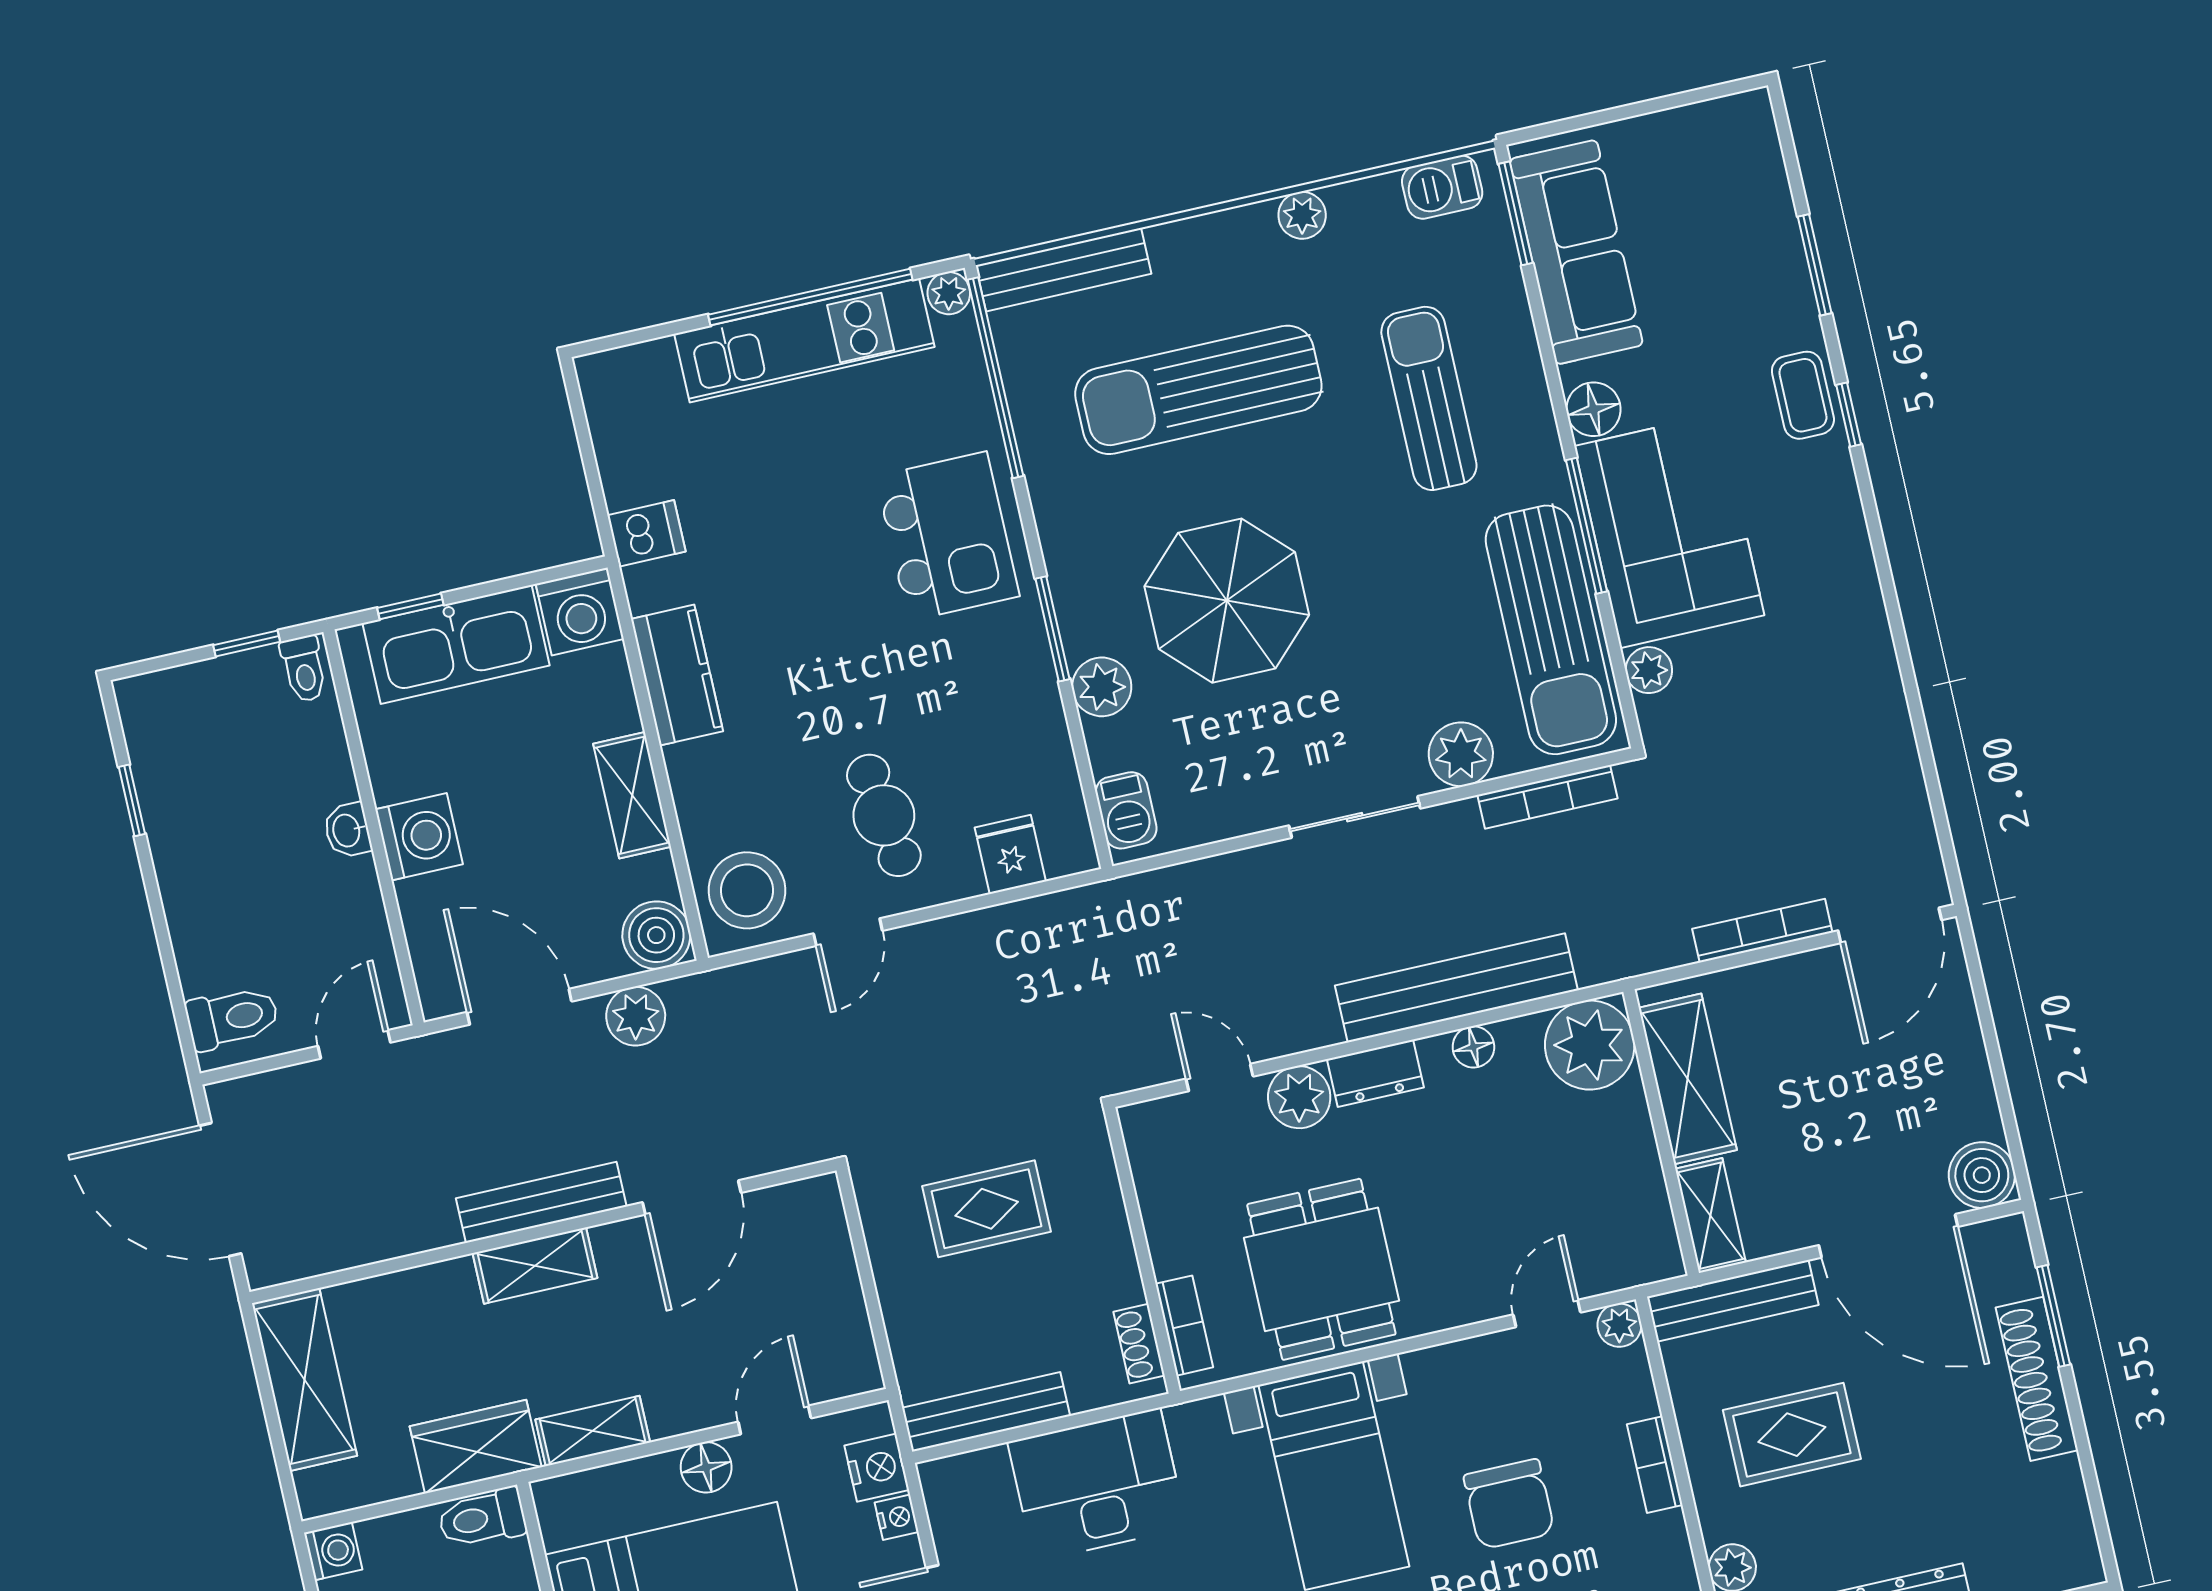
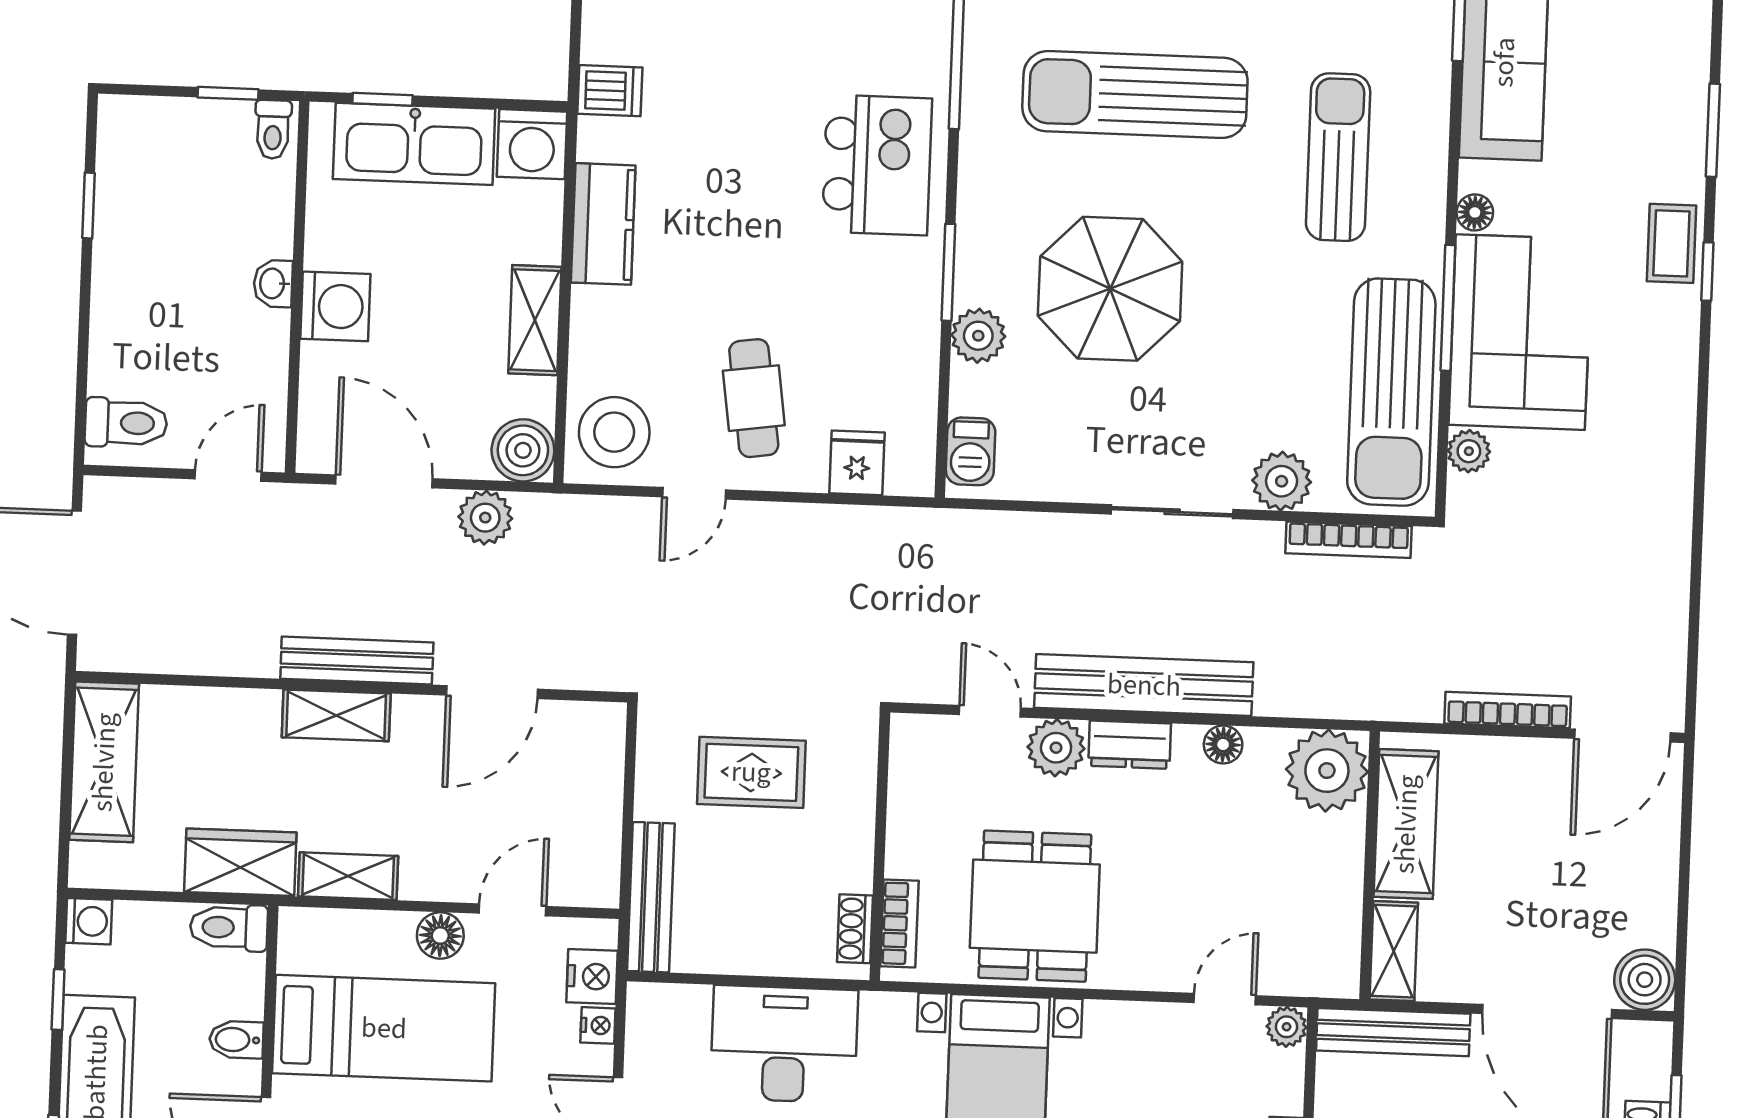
floor lamp: (1594, 409) -> (1475, 212), width x0.73, depth x0.73
bench: (1456, 988) -> (1144, 685), moved
bench: (986, 1412) -> (651, 897), moved, turned 90

